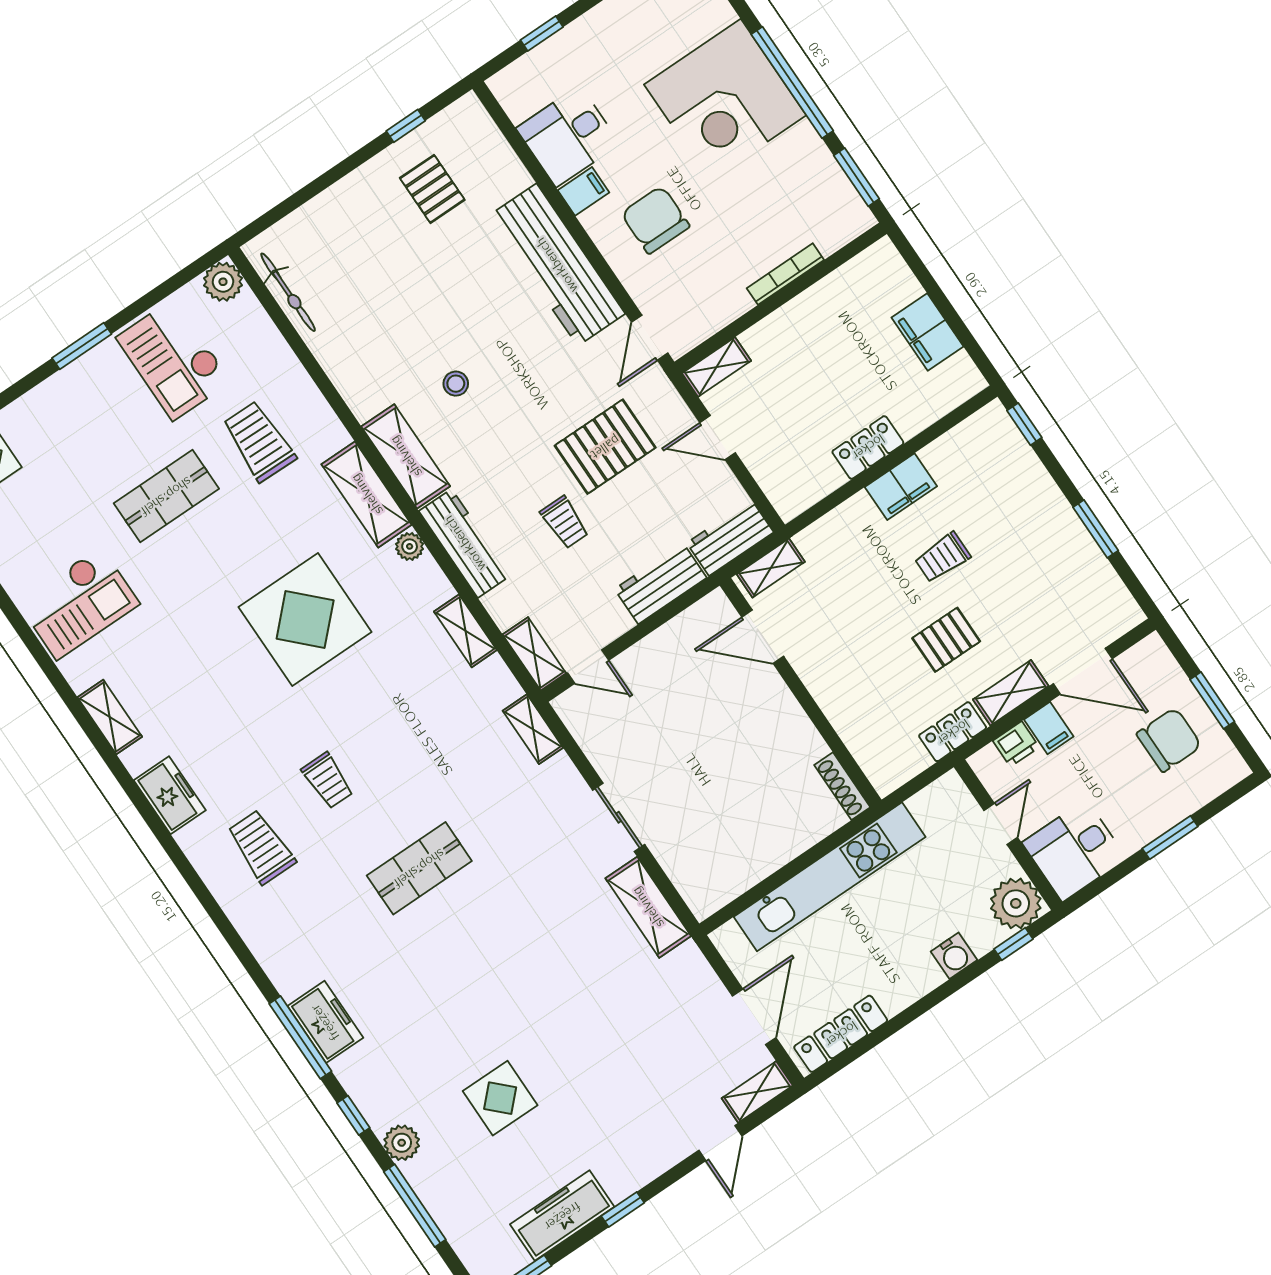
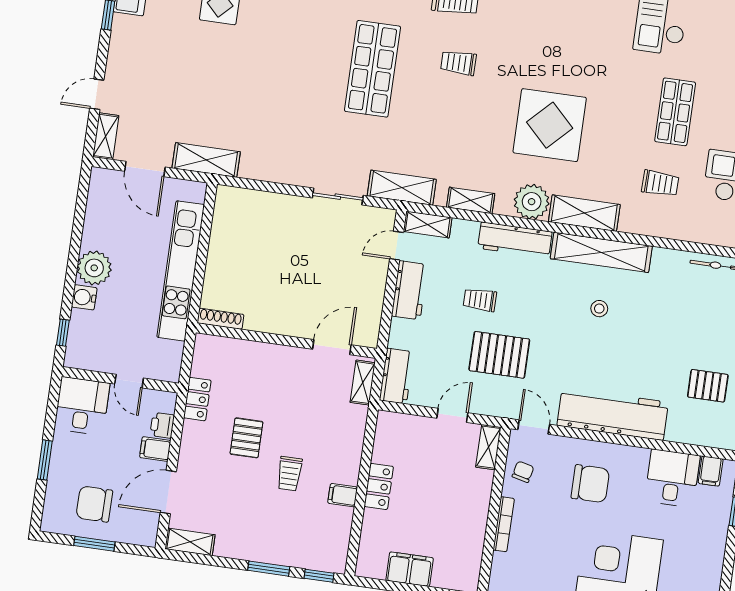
filing cabinet: (584, 191) -> (711, 471), moved
chair: (709, 305) -> (523, 472), added
trolley: (259, 441) -> (660, 183), width x0.73, depth x0.72
pallet: (605, 447) -> (499, 355), turned 90
shelving: (406, 456) -> (601, 252), width x1.47
filing cabinet: (901, 487) -> (343, 495), width x0.50
window: (1096, 529) -> (269, 569), moved
plant: (410, 546) -> (532, 202), width x1.88, depth x1.88
trolley: (943, 557) -> (289, 474), turned 180
workbench: (661, 583) -> (410, 290), moved
shelving: (1011, 693) -> (190, 542), moved, turned 90
shelving: (533, 729) -> (402, 188), width x1.50, depth x1.33
chair: (1169, 740) -> (94, 504), turned 90
sliding door: (619, 817) -> (338, 197), moved
shop shelf: (419, 868) -> (372, 69), width x1.43, depth x1.36
plant: (1016, 903) -> (94, 268), moved
shelving: (648, 907) -> (206, 160), moved
locker: (841, 1034) -> (97, 205), removed
door: (720, 1143) -> (97, 94), hinge flipped

